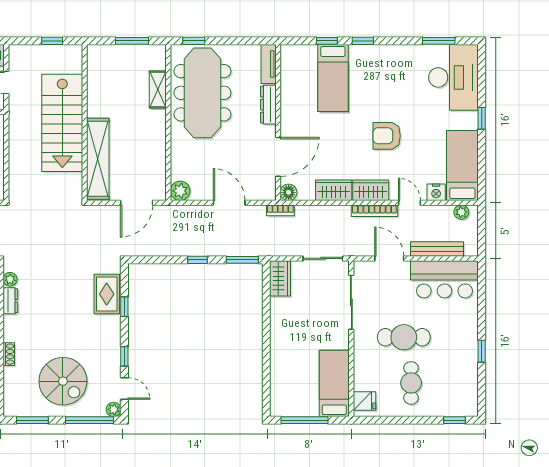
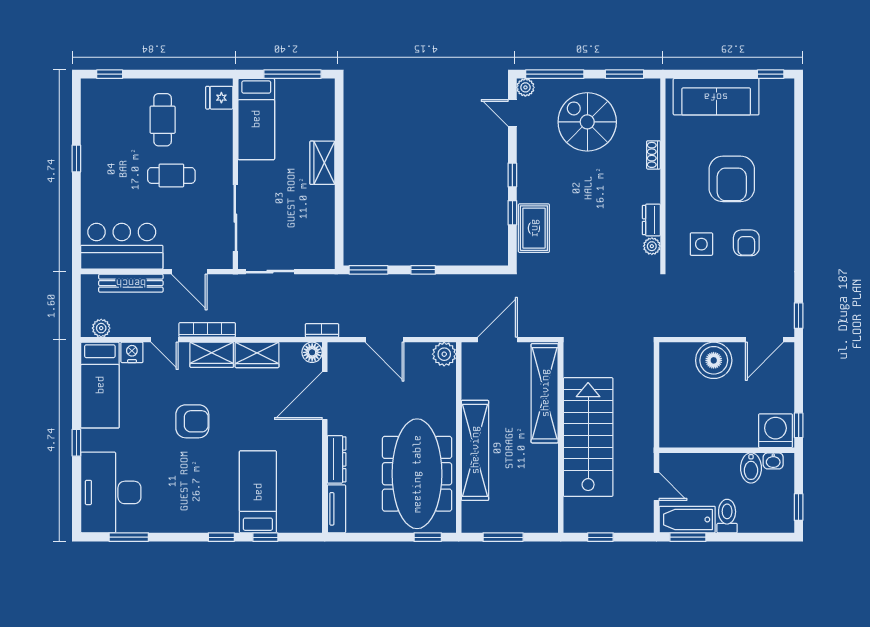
shelving: (158, 90) -> (475, 450), width x2.20, depth x1.33
wardrobe: (280, 278) -> (322, 163), moved
cafe table: (404, 337) -> (171, 175), width x0.73, depth x0.74
window: (124, 356) -> (512, 175), moved

